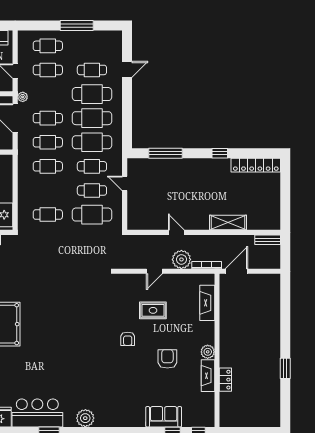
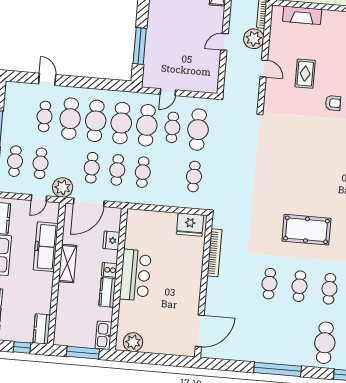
plant: (23, 97) -> (63, 188), width x1.88, depth x1.88
cafe table: (92, 166) -> (147, 125), width x1.37, depth x1.35

